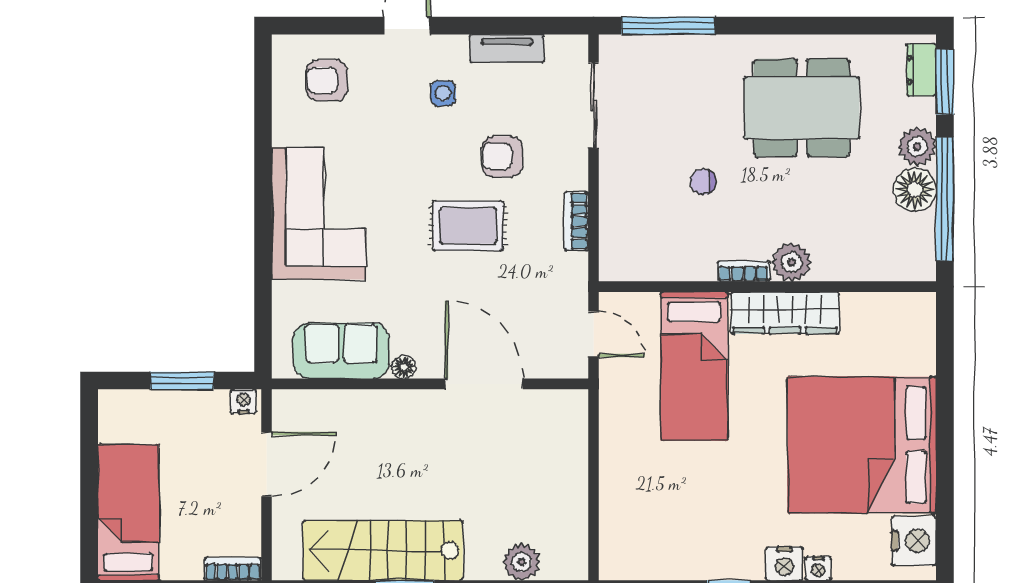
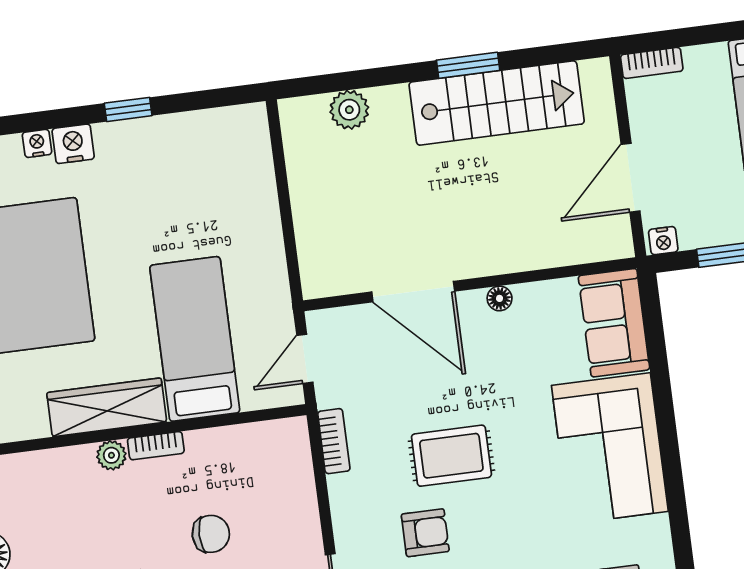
chair: (703, 182) -> (211, 534), width x1.37, depth x1.37
bookcase: (576, 221) -> (334, 441), moved
plant: (792, 262) -> (111, 455), width x0.73, depth x0.73
door: (593, 334) -> (305, 359), hinge flipped
sofa: (341, 351) -> (614, 323), moved, turned 90

